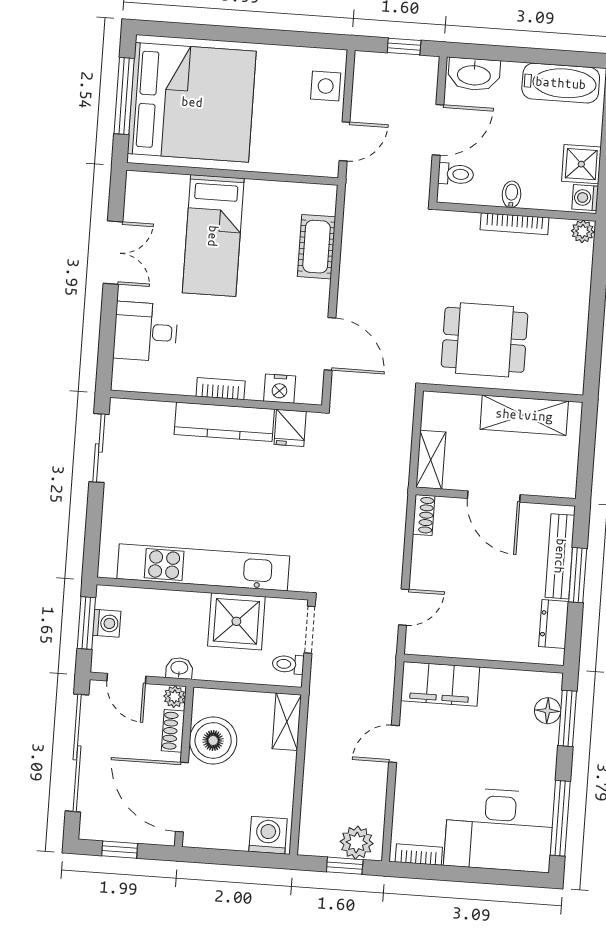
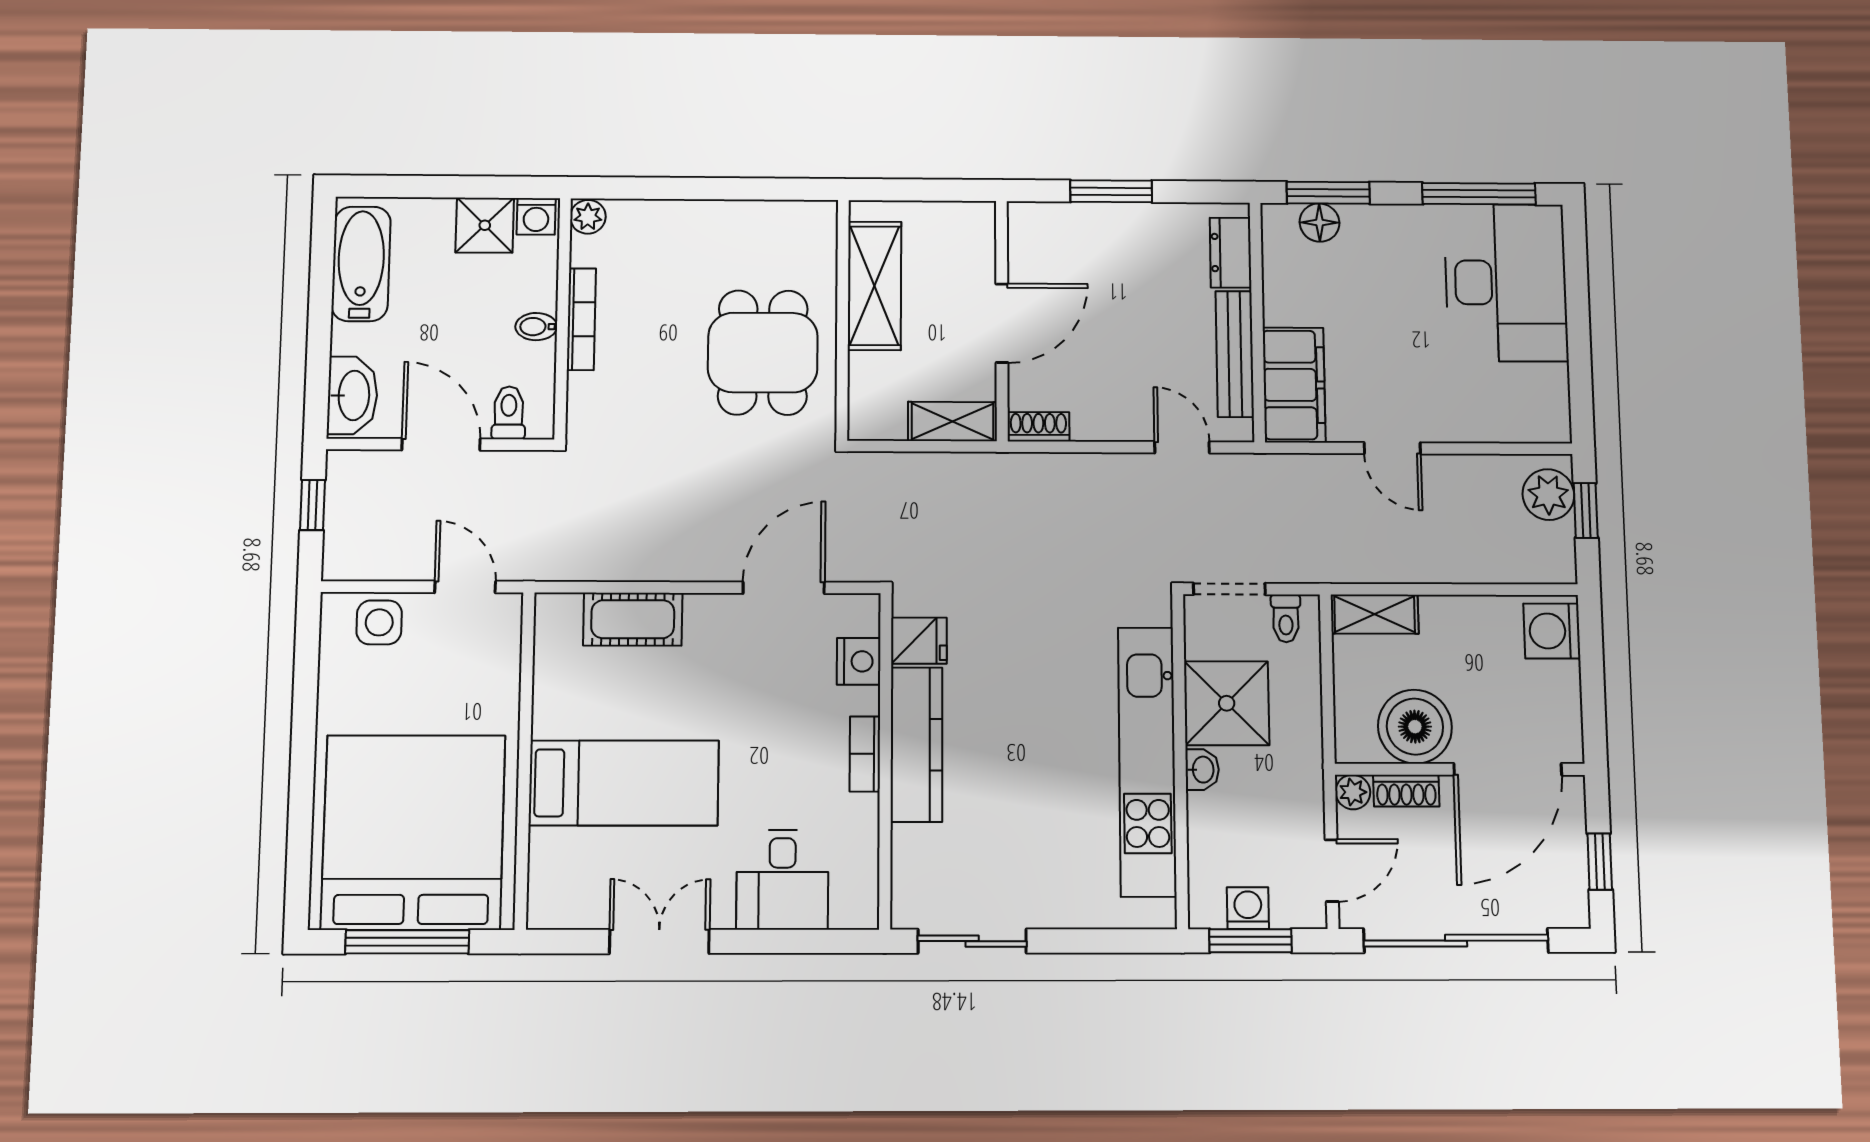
bench: (560, 556) -> (1235, 354), moved, turned 90
dresser: (554, 624) -> (1231, 253), moved, turned 90
washbasin: (179, 668) -> (1202, 770), moved, turned 180
bookcase: (419, 855) -> (1556, 400), removed

